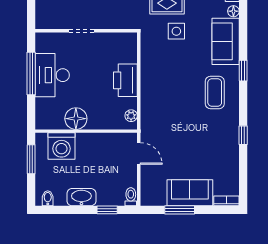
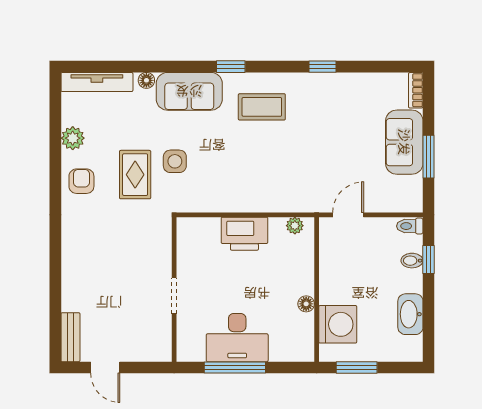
floor lamp: (76, 119) -> (306, 304), width x0.53, depth x0.53
washbasin: (81, 197) -> (410, 314), moved
bidet: (48, 198) -> (412, 261), moved

